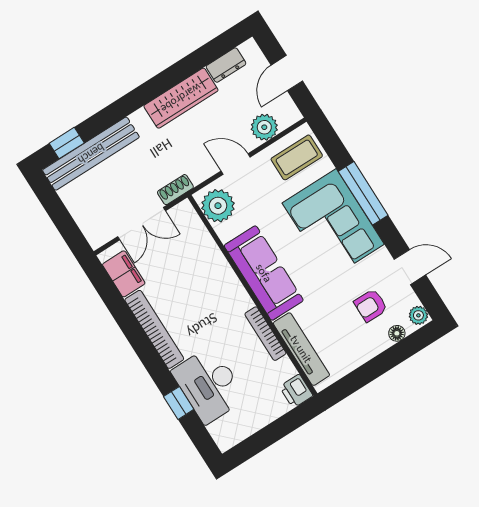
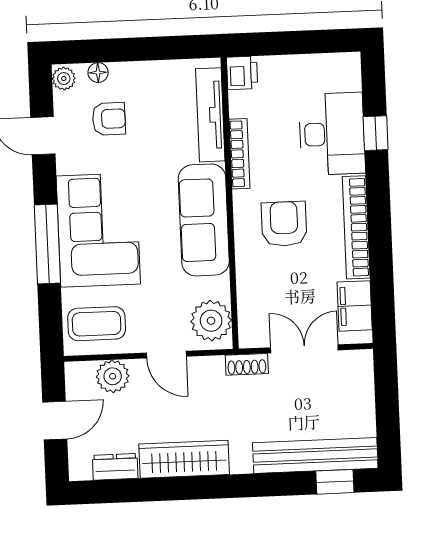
armchair: (206, 303) -> (284, 224), added

